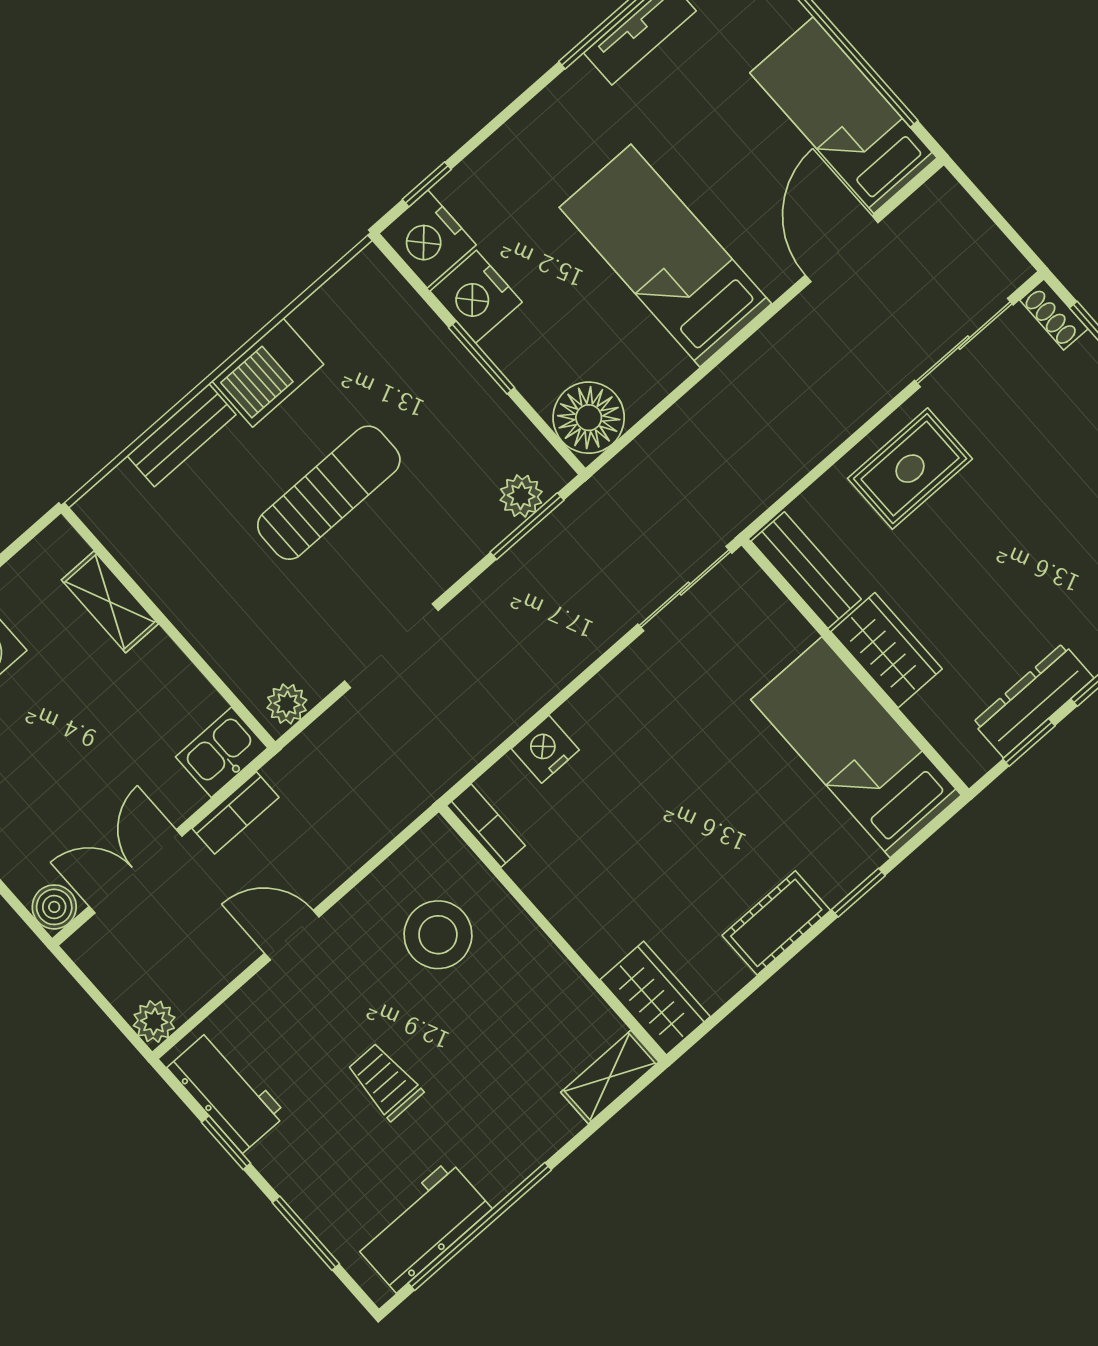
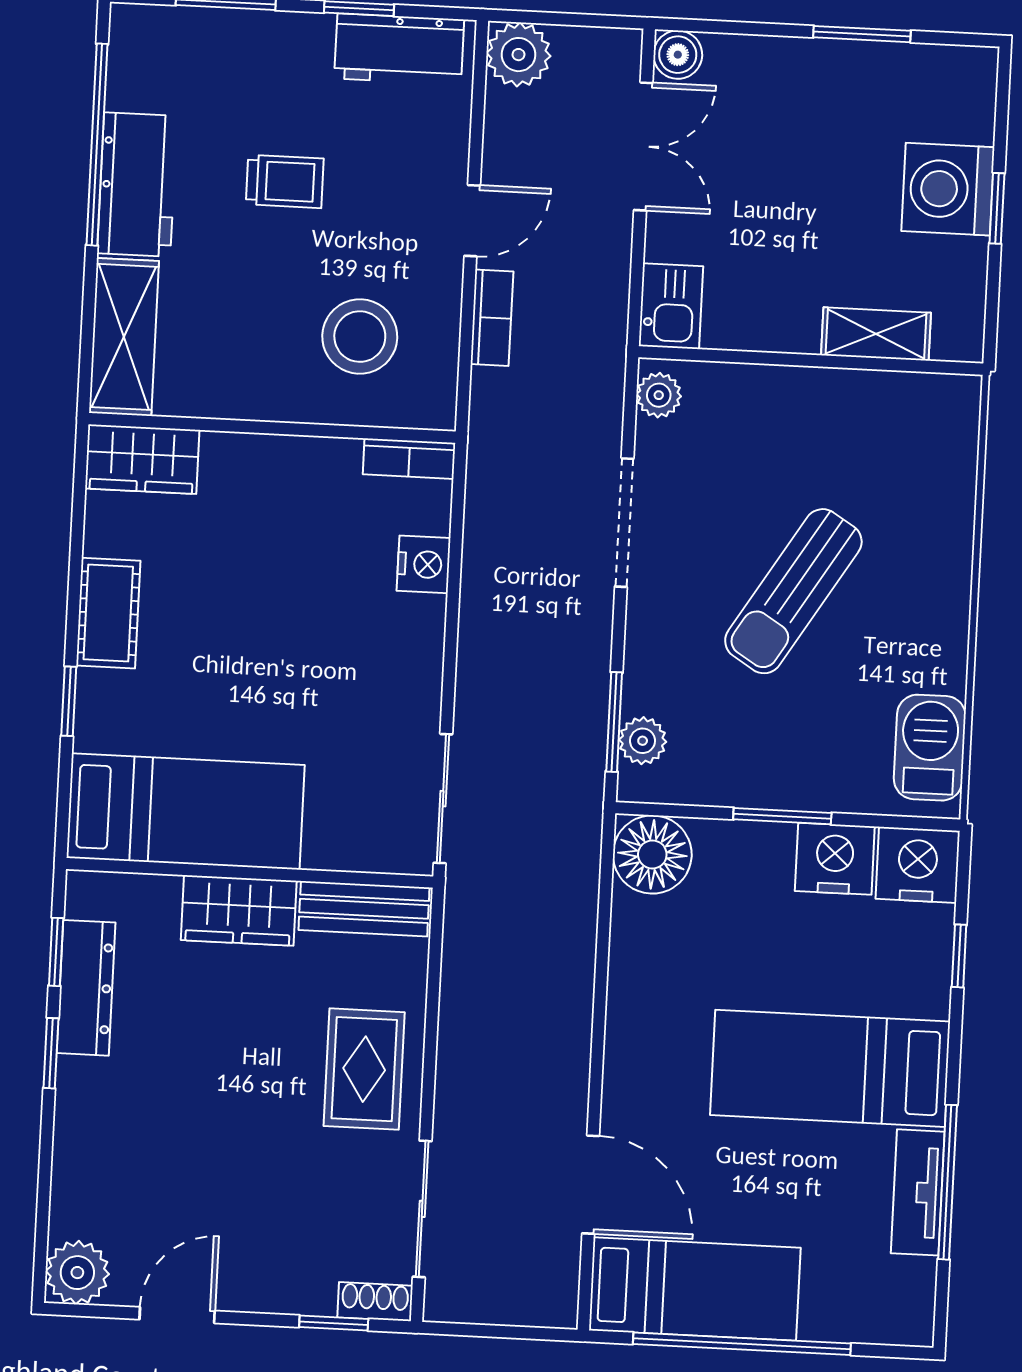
window: (427, 184) -> (959, 956), moved
bed: (665, 256) -> (830, 1068), moved, turned 180
barbecue: (268, 373) -> (930, 748), moved
bench: (181, 435) -> (953, 519), removed
sun lounger: (329, 493) -> (793, 591), turned 32
bookcase: (235, 813) -> (492, 318), moved, turned 180
plant: (154, 1021) -> (518, 55), width x1.38, depth x1.38
shelving: (610, 1077) -> (124, 337), width x1.50, depth x1.33
workbench: (422, 1226) -> (137, 185), moved

